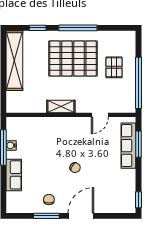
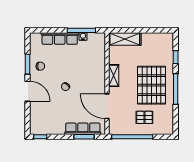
shelving: (14, 61) -> (125, 39), moved, width x0.68
door: (100, 115) -> (107, 106), width x1.87
row of seats: (14, 175) -> (60, 38), width x1.48

